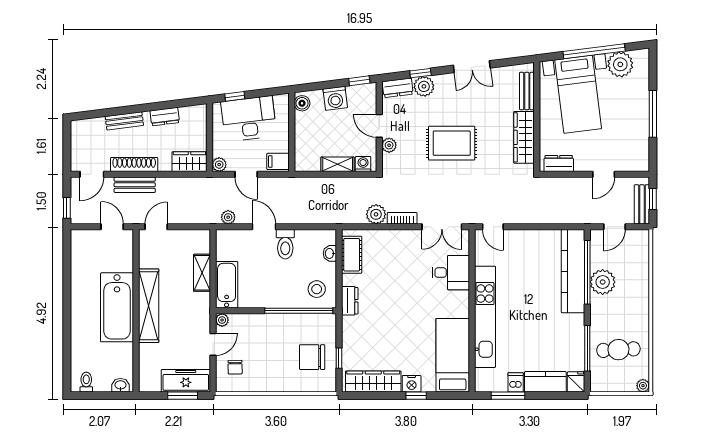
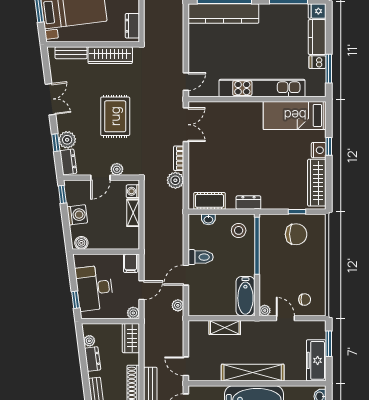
plant: (186, 113) -> (89, 341), added
desk: (451, 273) -> (225, 117), removed
bathtub: (227, 285) -> (245, 296), moved, turned -90
chair: (312, 357) -> (296, 234), turned -90
freezer: (186, 381) -> (316, 360), moved

